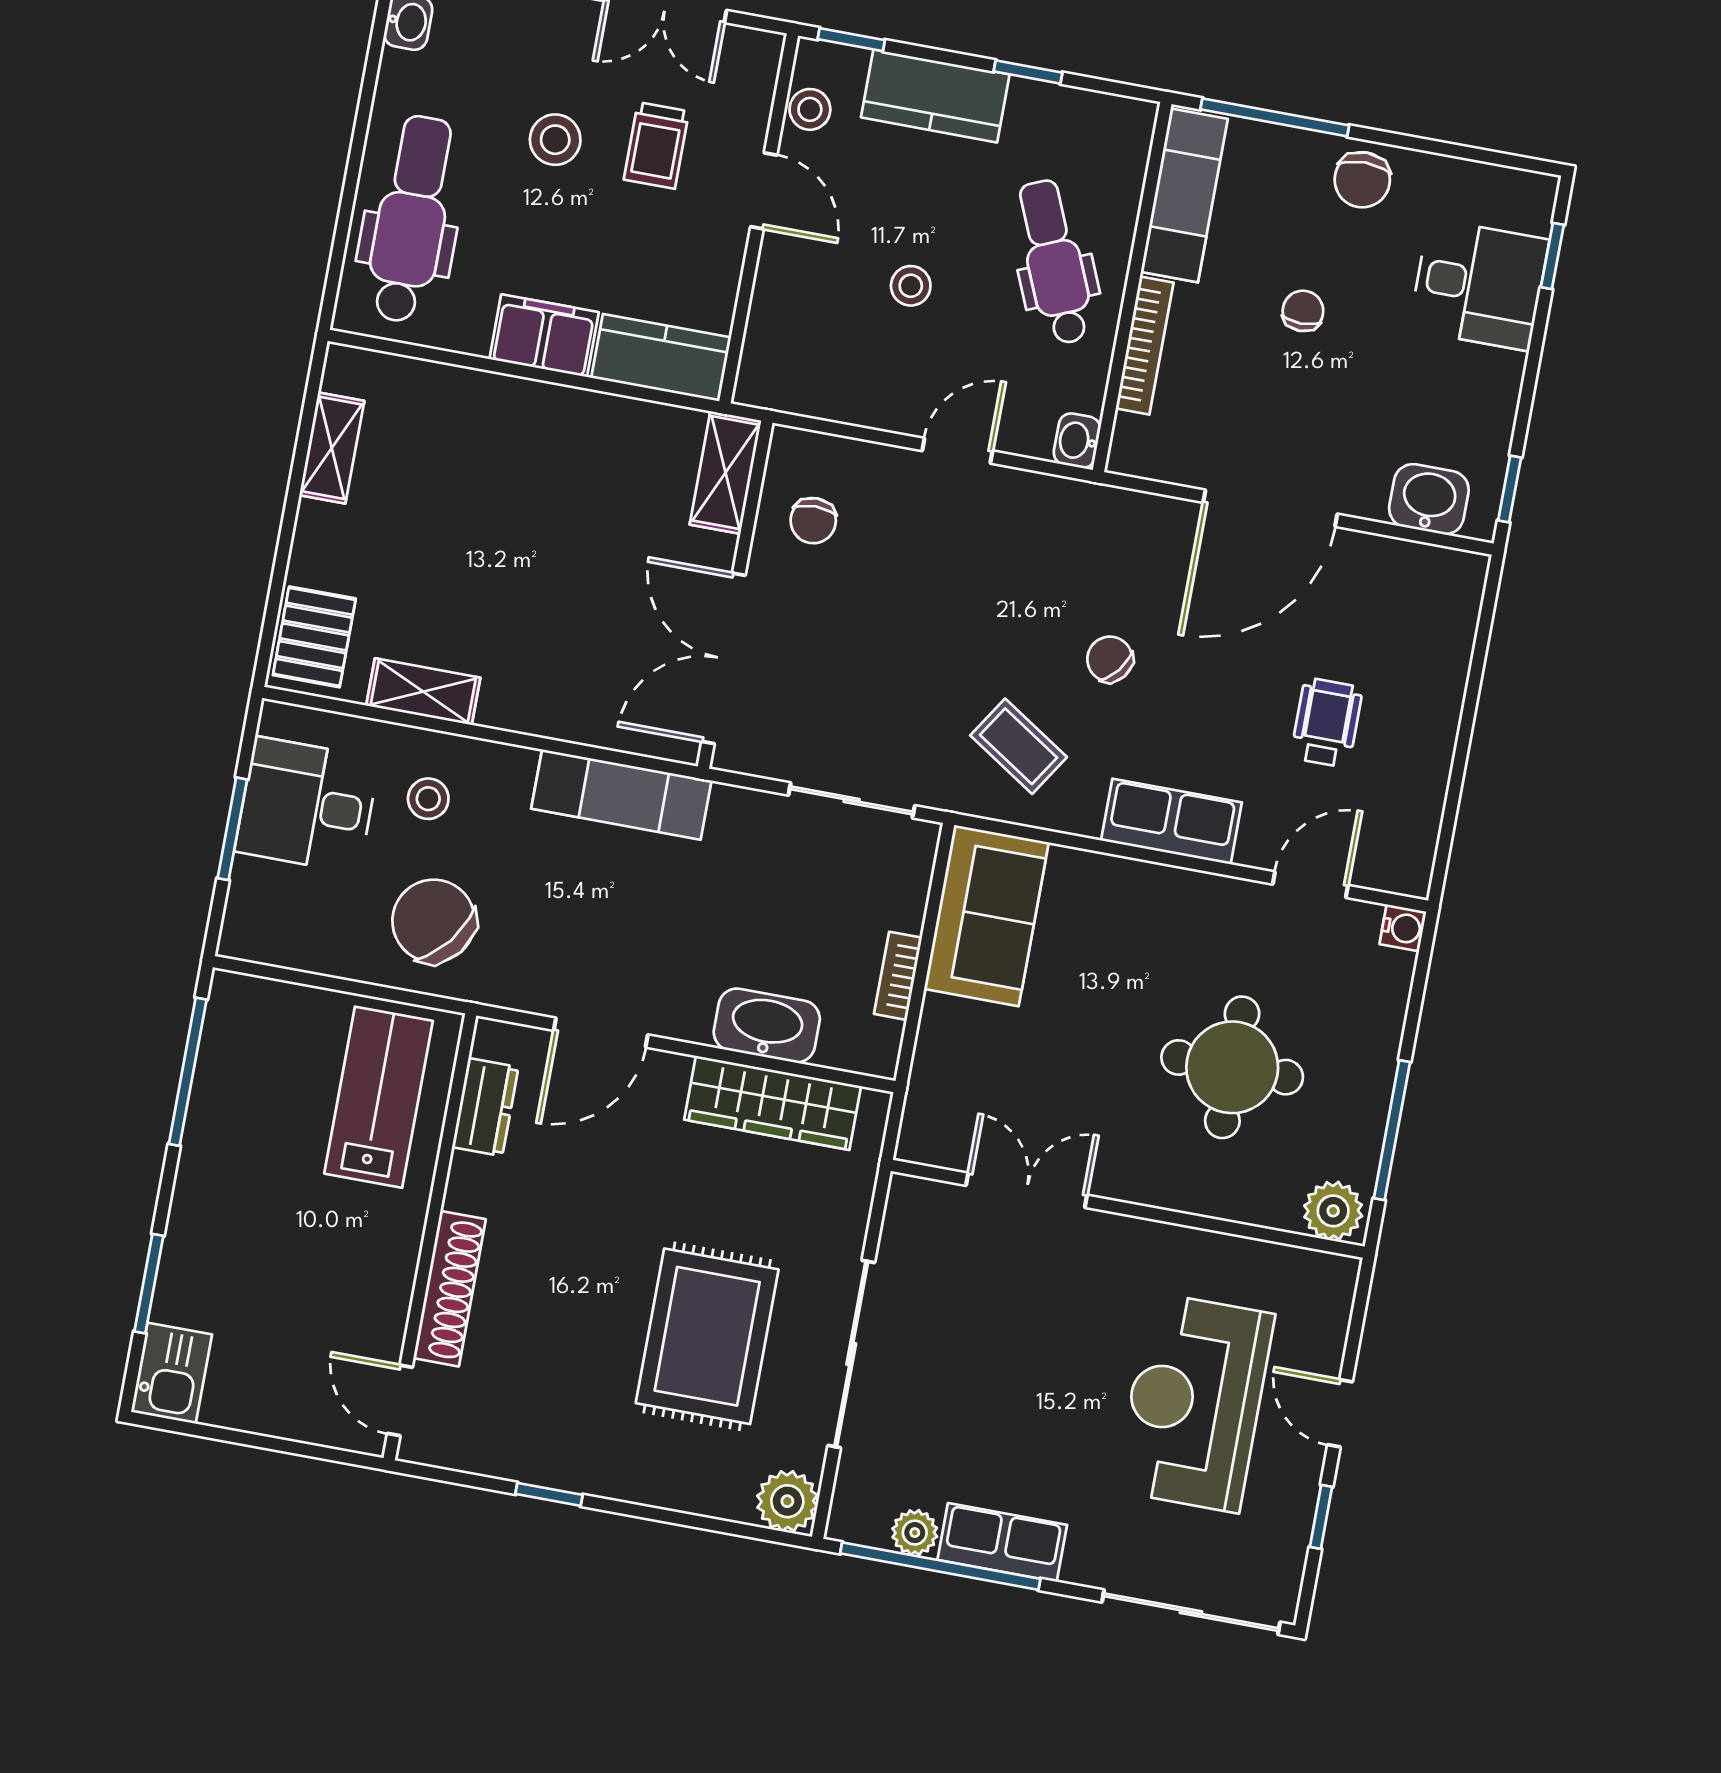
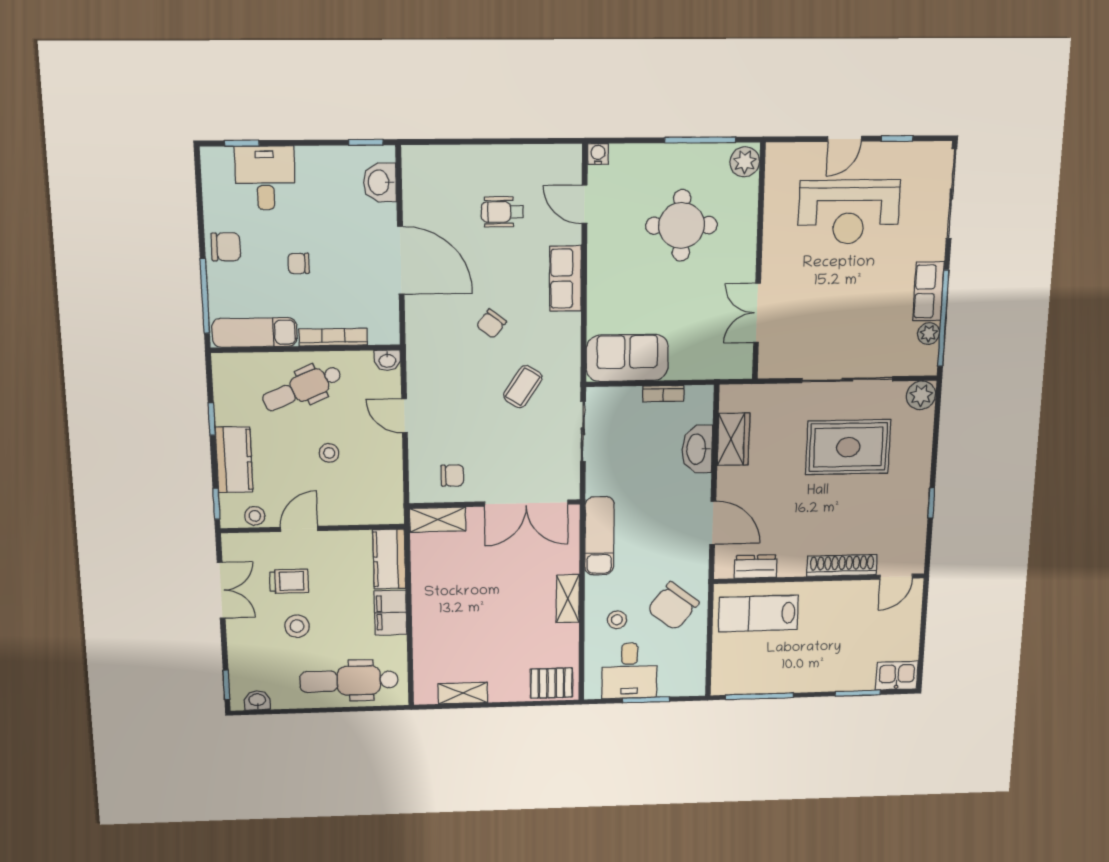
shelving: (423, 692) -> (568, 599), moved
coffee table: (1019, 746) -> (523, 387), moved
wardrobe: (773, 1103) -> (733, 439), width x0.67

